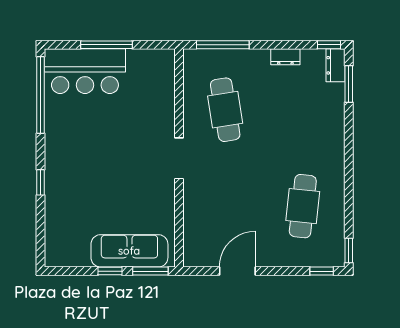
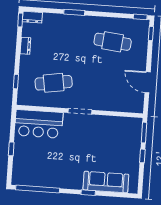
window: (107, 45) -> (11, 149), width x0.46
window: (223, 45) -> (16, 82), width x0.46
bar counter: (85, 71) -> (39, 124), moved, turned 90
window: (349, 84) -> (74, 12), moved
sofa: (129, 251) -> (106, 182), moved, turned 90

